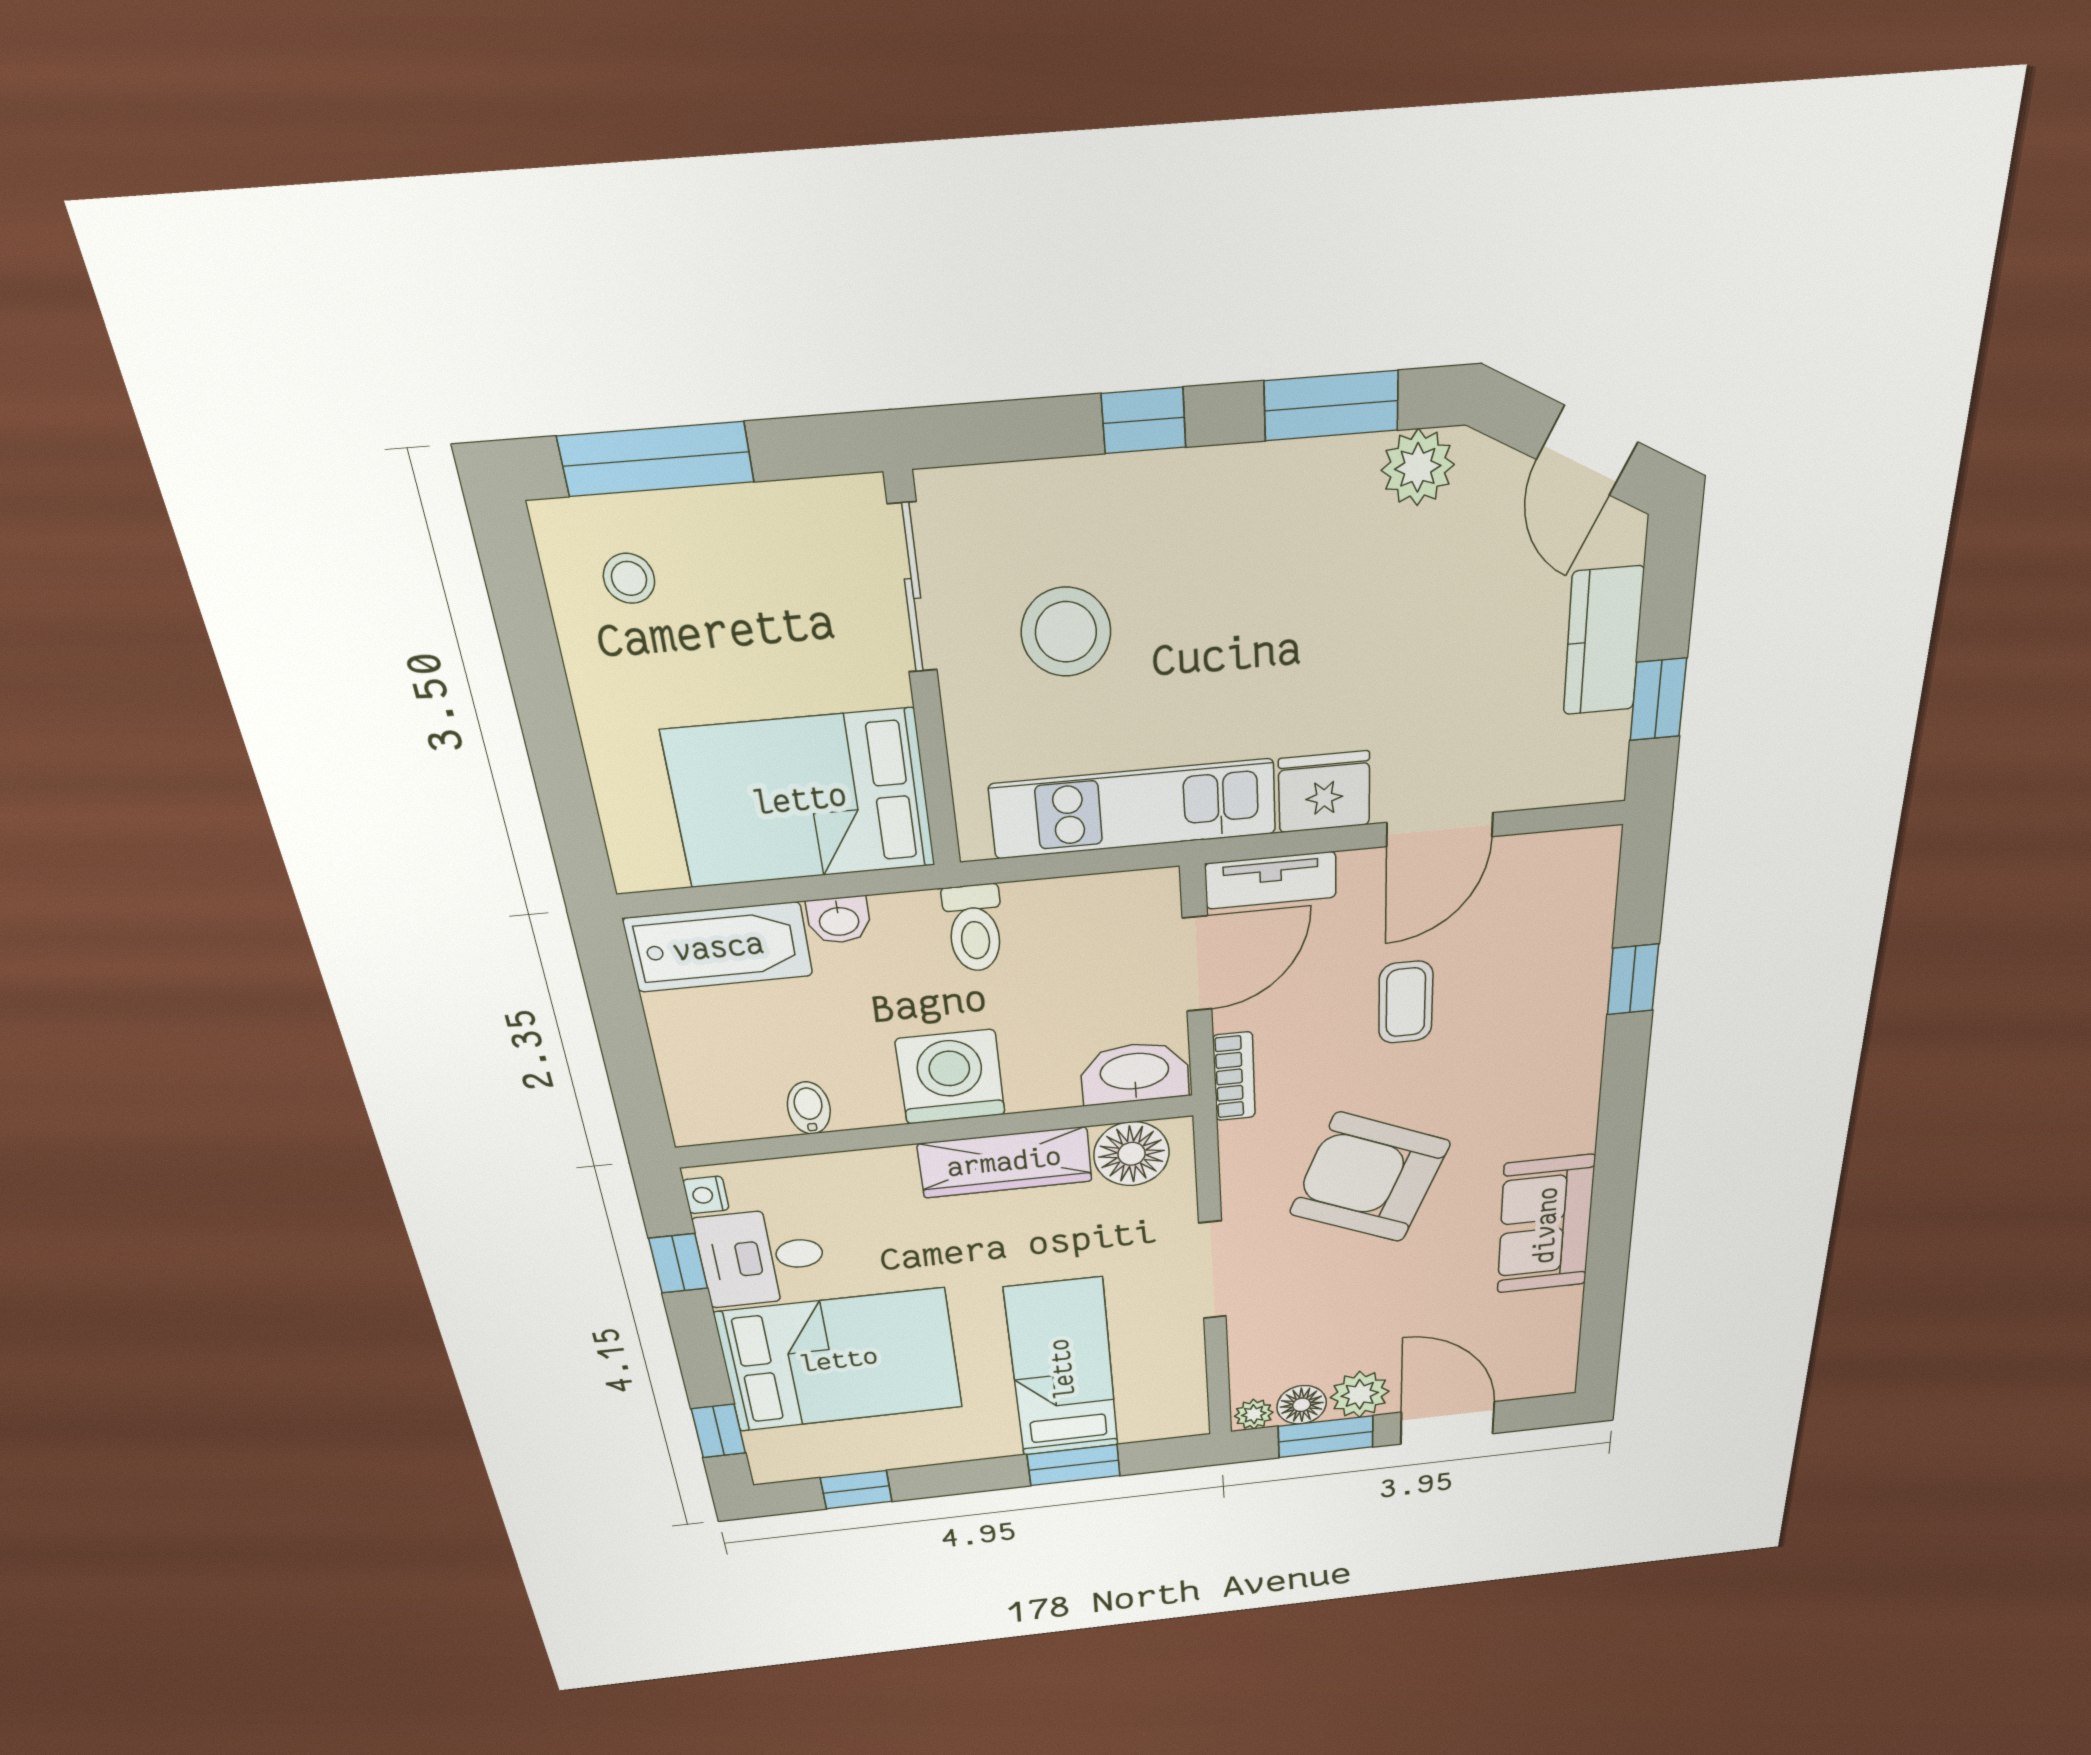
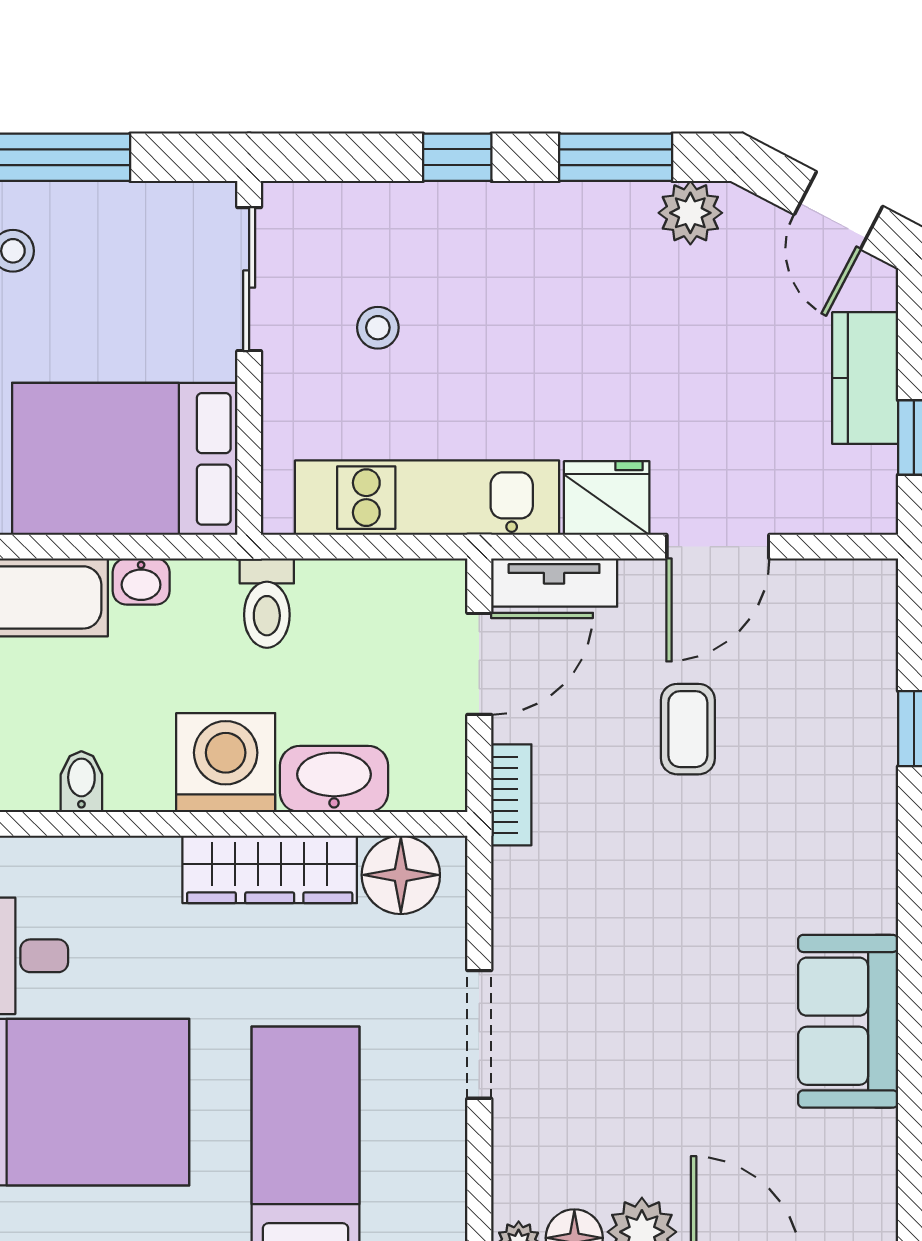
stool: (1066, 632) -> (378, 328), width x0.53, depth x0.53
washbasin: (1135, 1073) -> (334, 779), moved
armchair: (1370, 1178) -> (652, 936), removed

